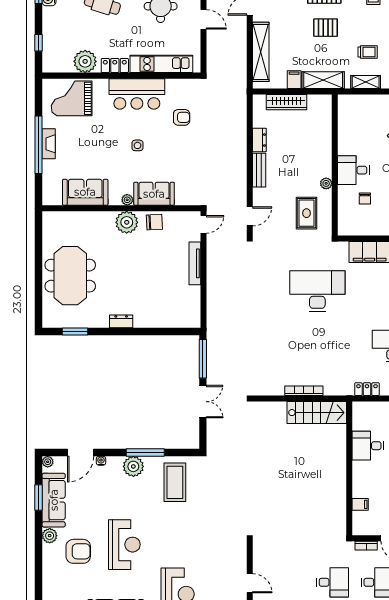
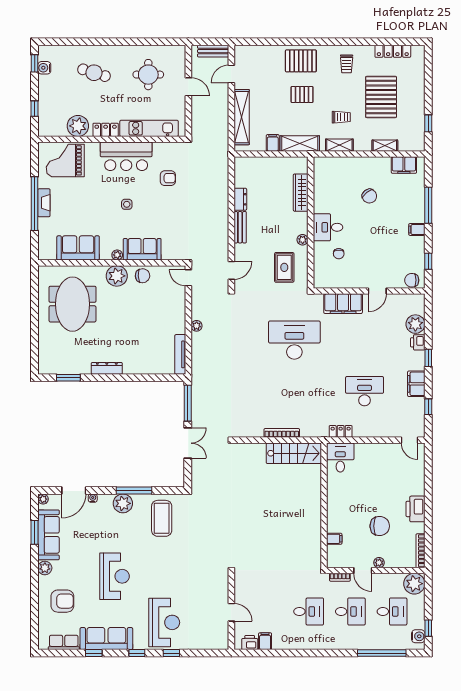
wardrobe: (286, 102) -> (301, 193), moved, turned 90
door: (204, 224) -> (188, 278), swing flipped
tv unit: (195, 263) -> (180, 354), moved
meeting table: (70, 276) -> (72, 304), moved
plant: (212, 276) -> (197, 326), added
dresser: (121, 321) -> (107, 368), width x1.44
desk: (368, 446) -> (340, 457), moved, turned 90
armchair: (78, 551) -> (62, 601), moved

